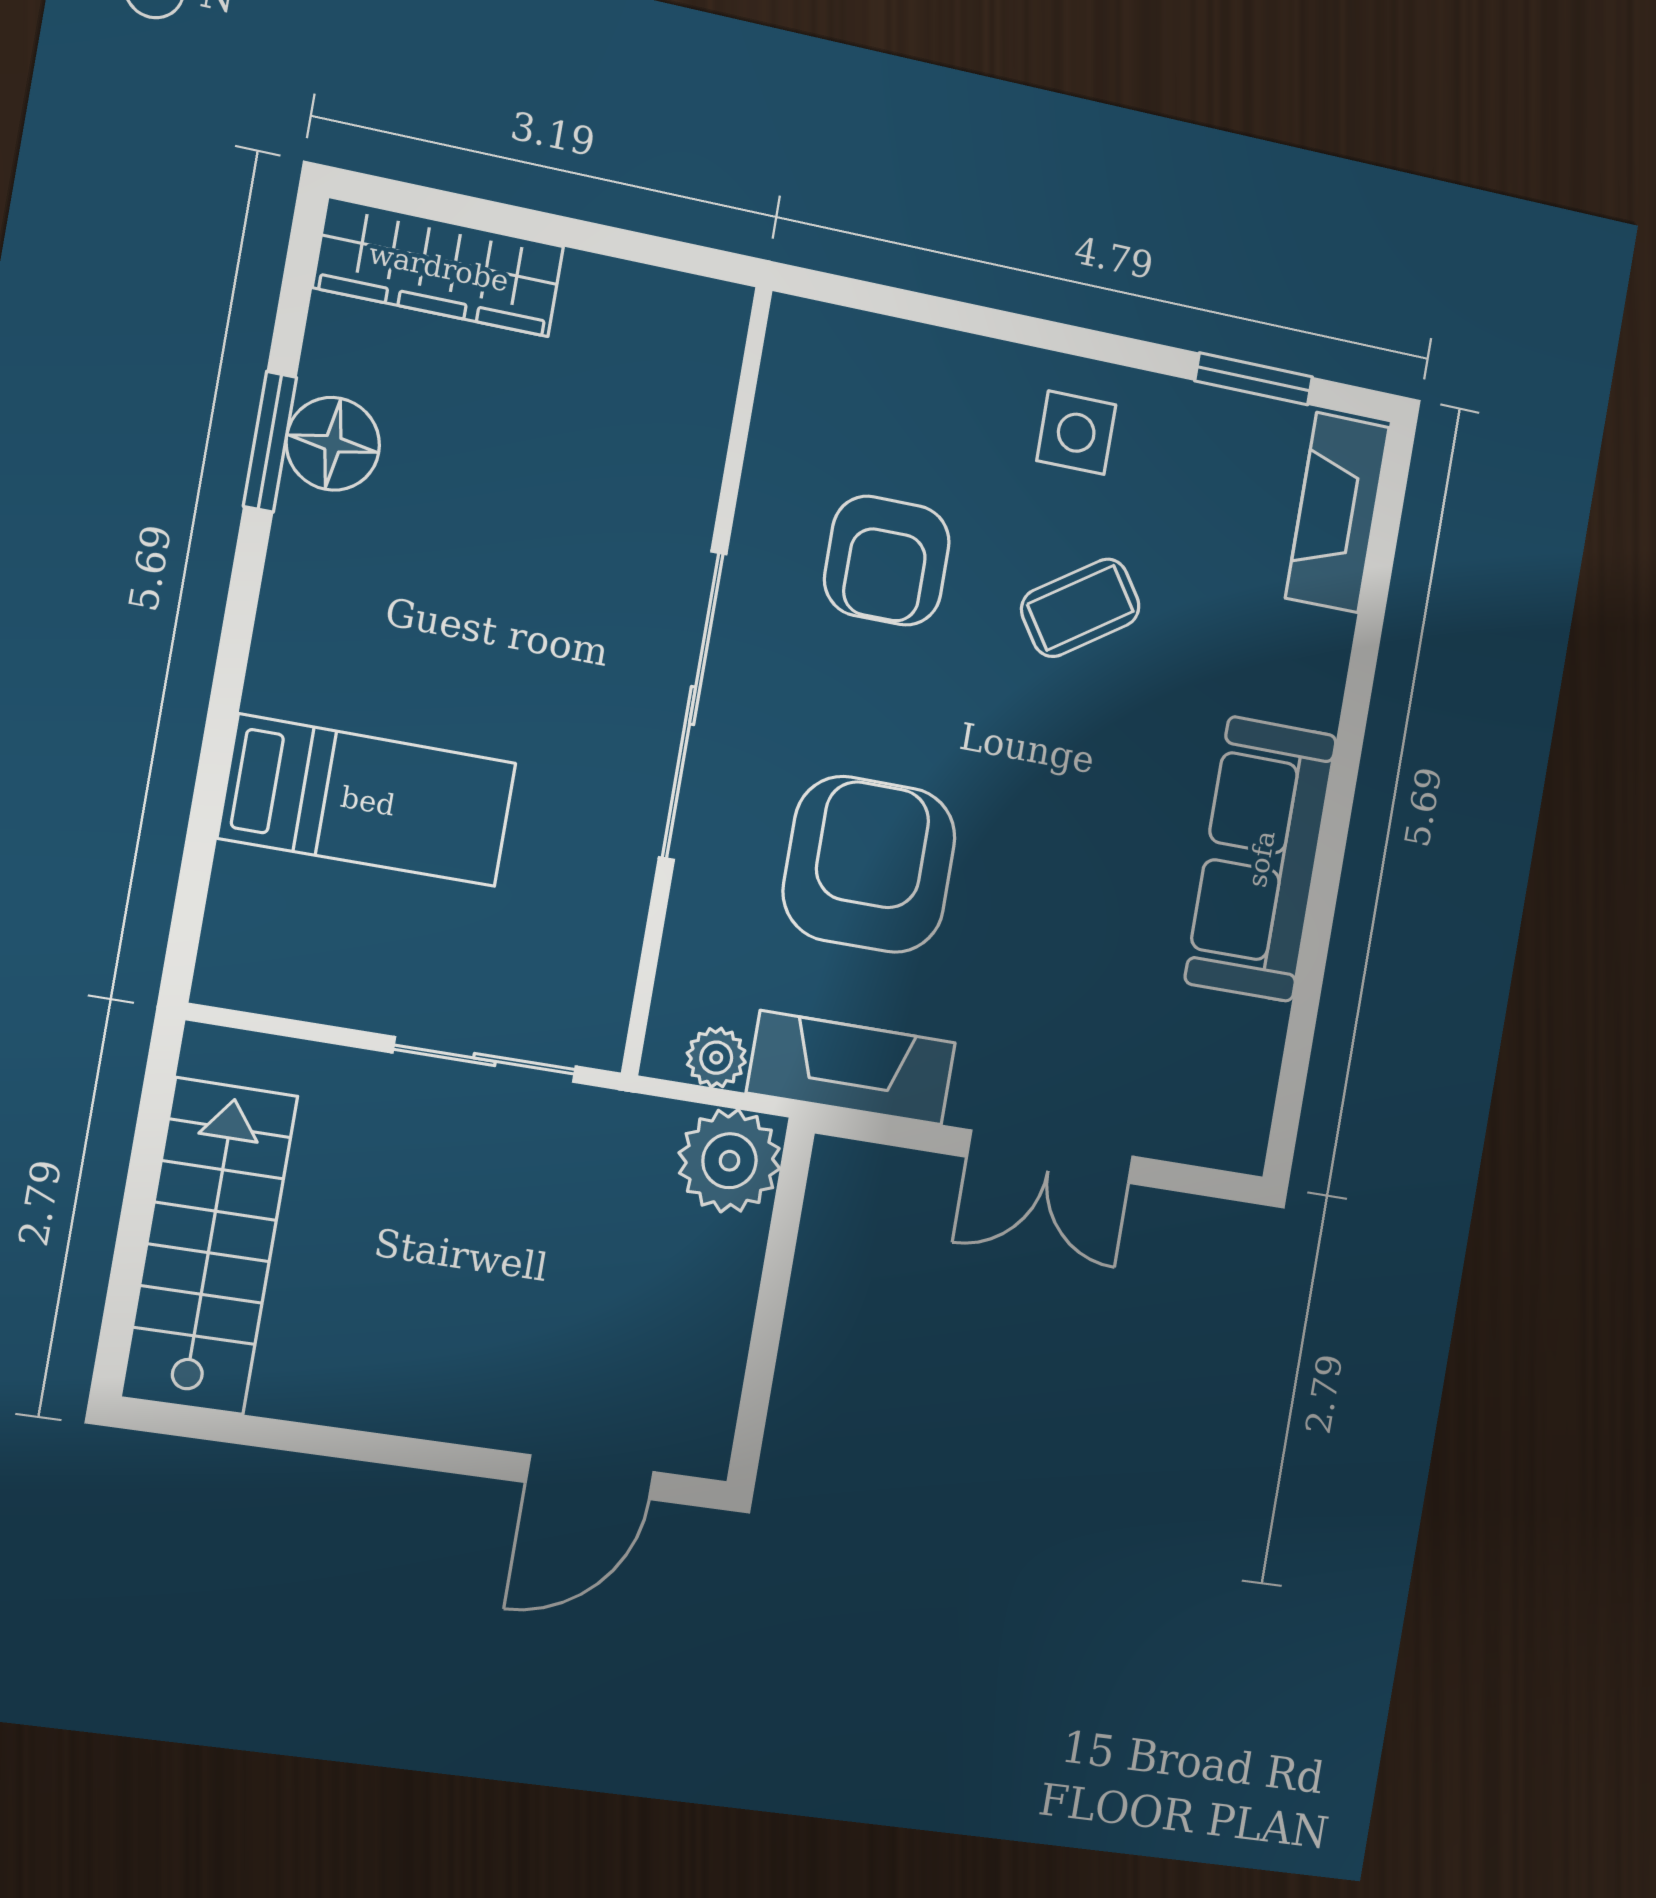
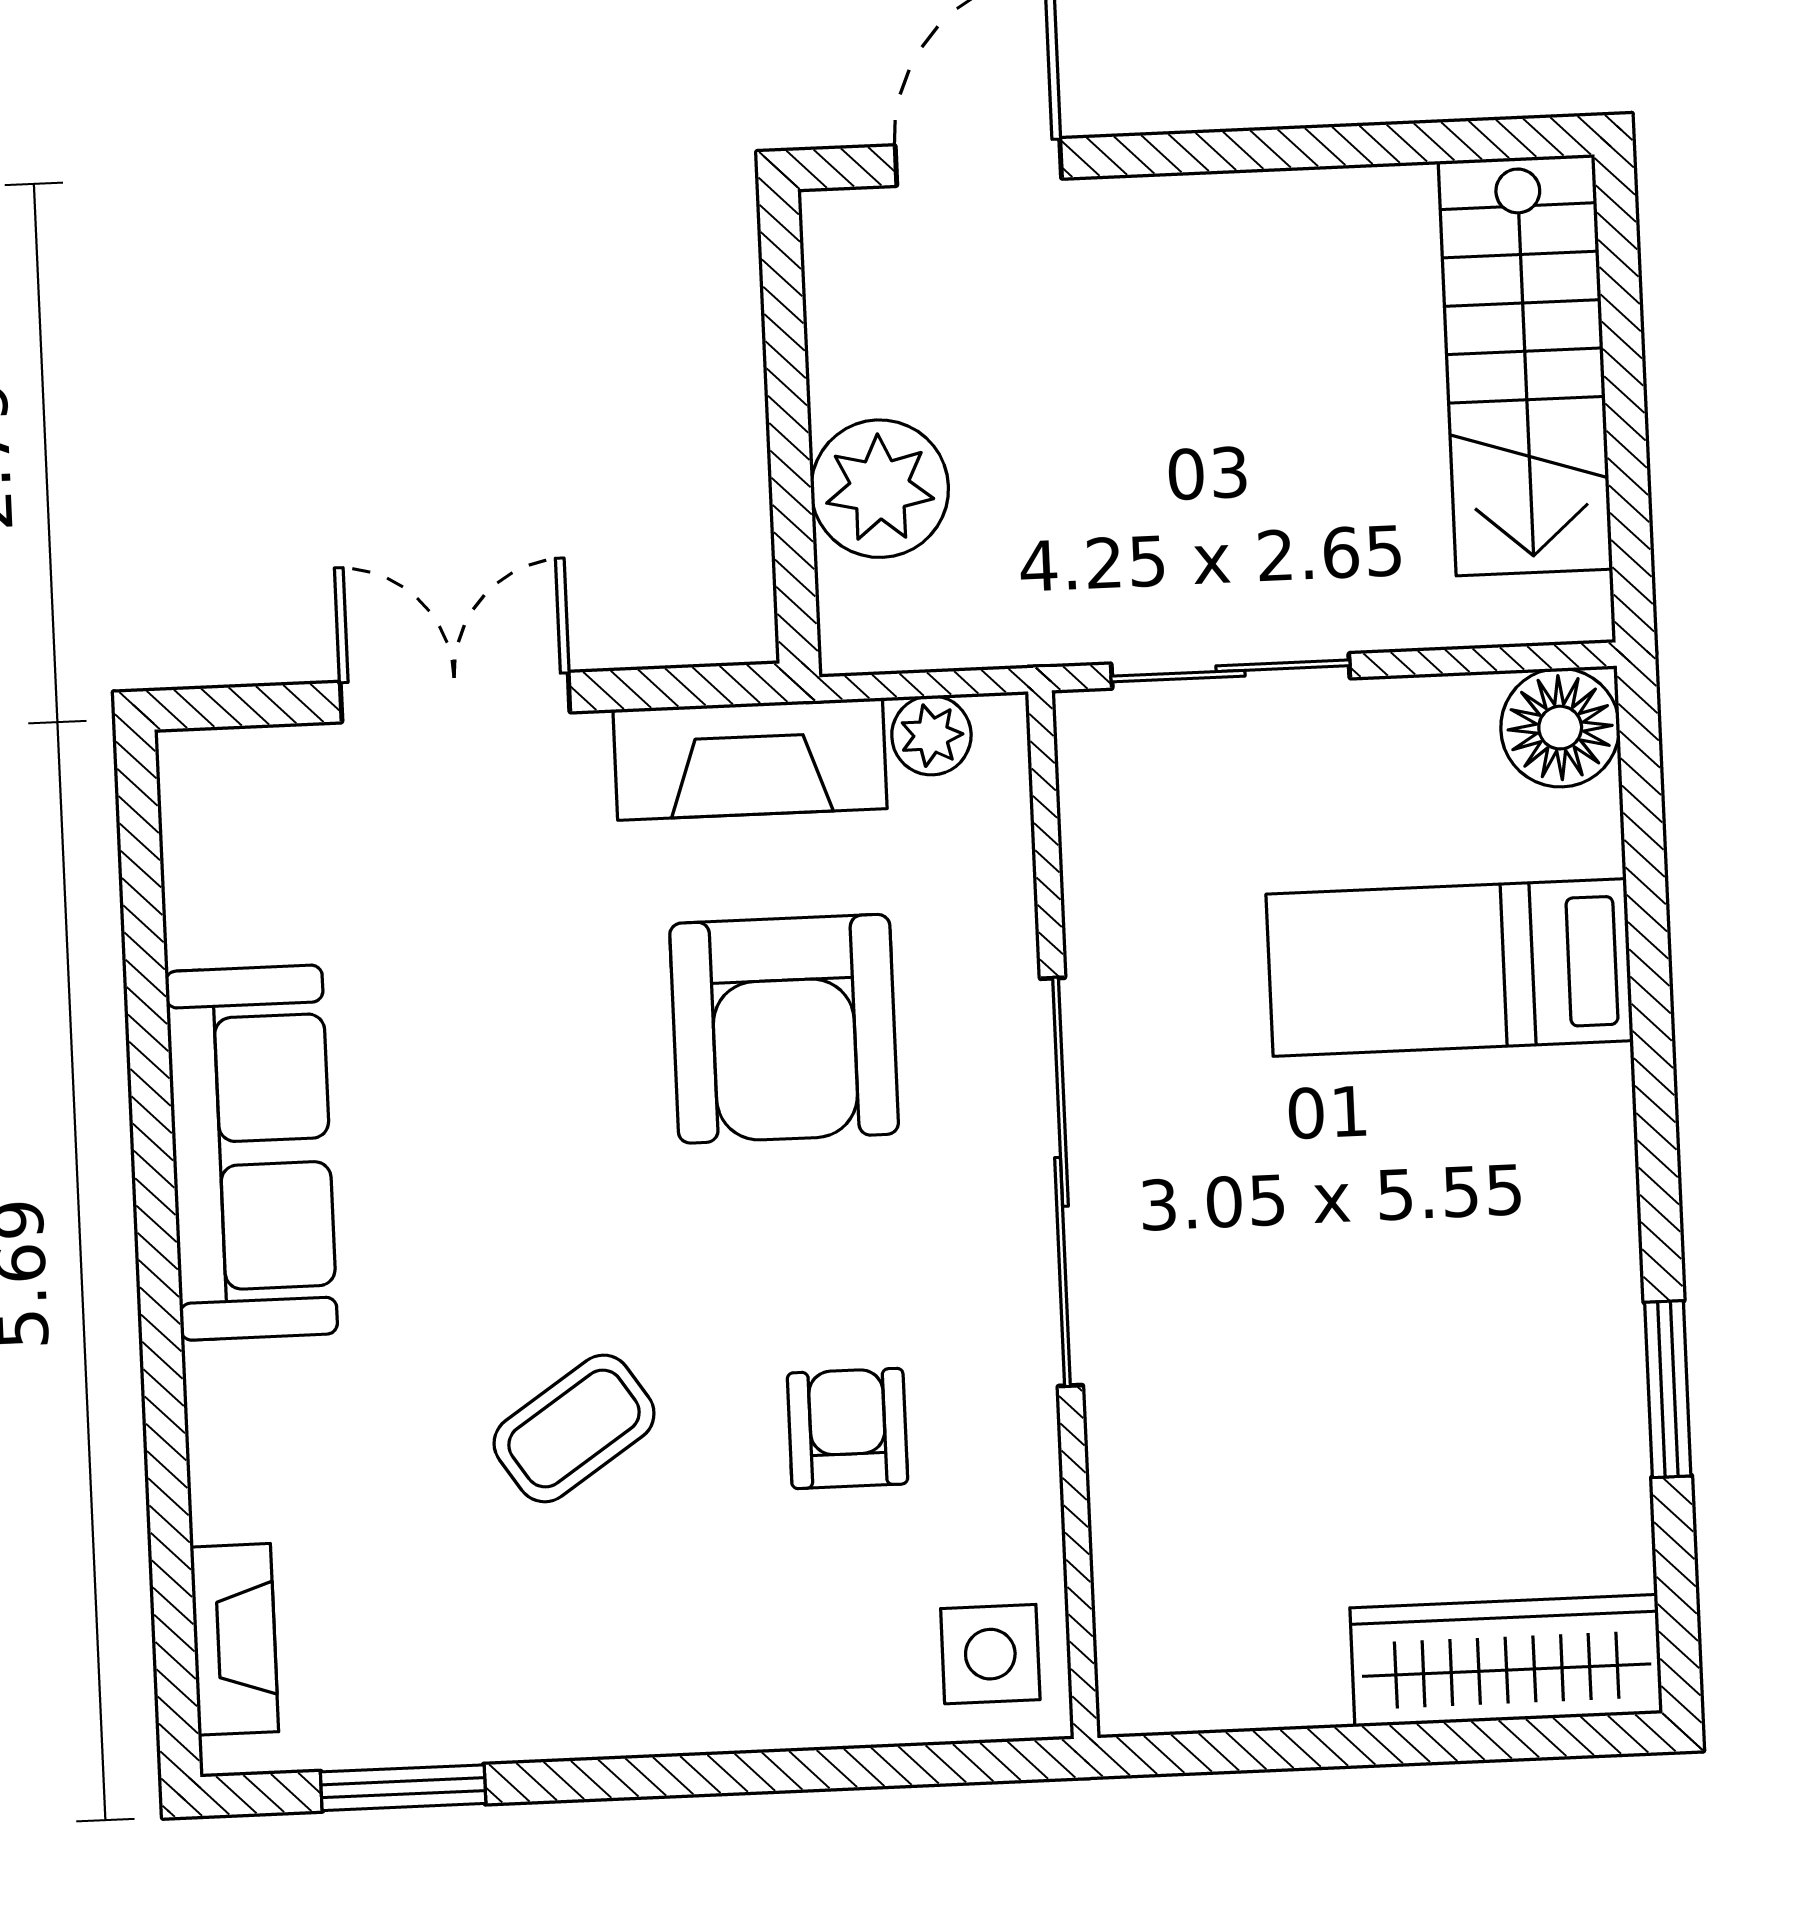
side table: (1076, 433) -> (990, 1654), moved
floor lamp: (333, 444) -> (1560, 728), moved
fireplace: (1337, 513) -> (234, 1639), width x0.73, depth x0.76
armchair: (887, 561) -> (847, 1428), width x0.72, depth x0.72
plant: (730, 1161) -> (880, 489), moved

